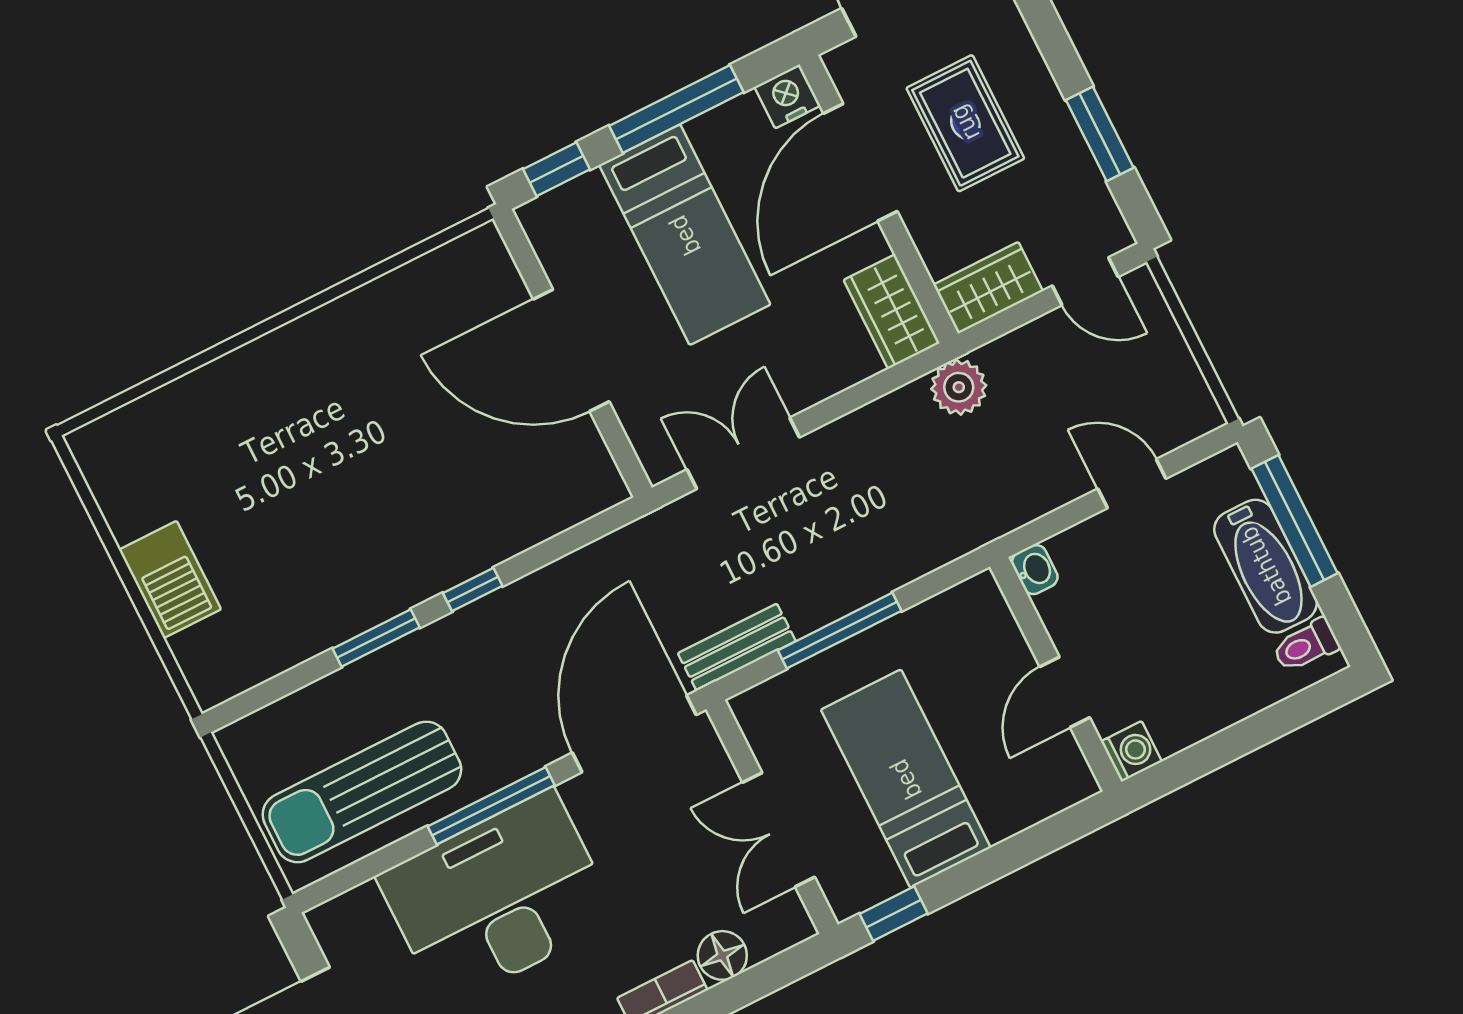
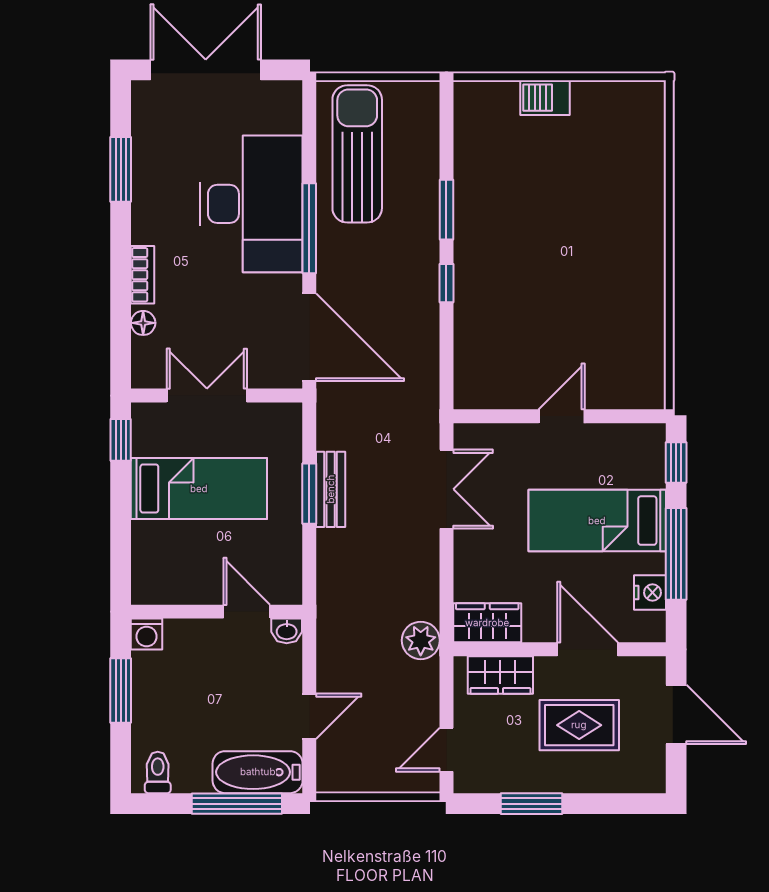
nightstand: (787, 96) -> (650, 593), moved
door: (860, 162) -> (587, 649), width x0.73
wardrobe: (988, 288) -> (500, 675), moved, turned 90
door: (571, 350) -> (562, 416), width x0.53
bathtub: (1266, 566) -> (258, 772), moved
barbecue: (170, 580) -> (545, 98), width x0.73, depth x0.79
window: (840, 631) -> (309, 494), width x0.69
bench: (737, 647) -> (331, 489), moved
door: (1065, 692) -> (247, 612), moved
window: (1223, 748) -> (121, 690), added
floor lamp: (722, 955) -> (143, 323), width x0.73, depth x0.73

